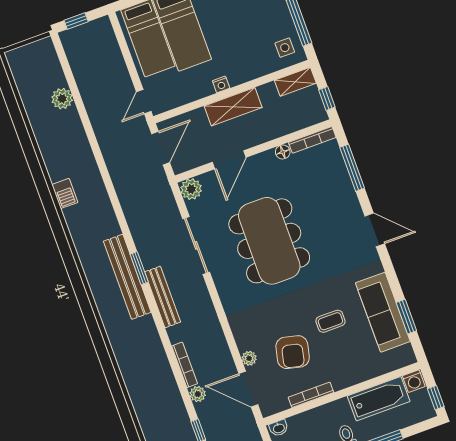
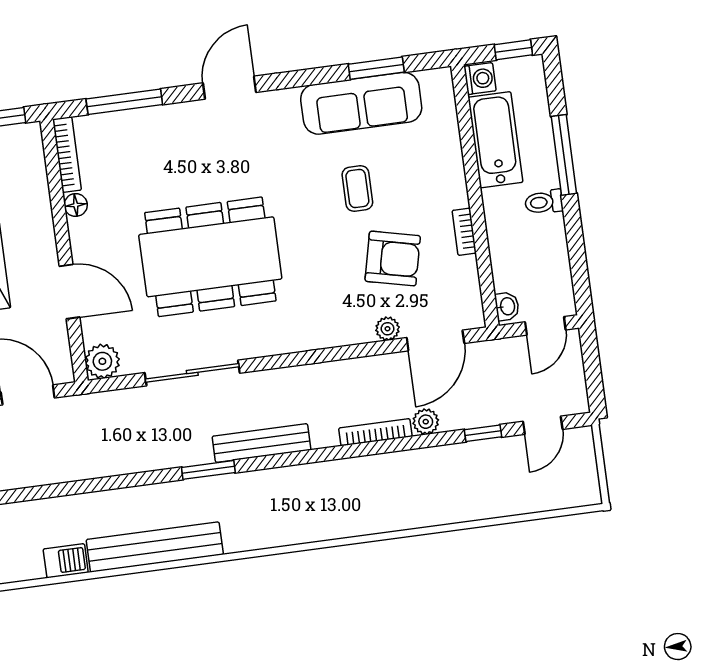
bench: (127, 277) -> (155, 547), moved
bookcase: (311, 395) -> (464, 232), width x0.64

